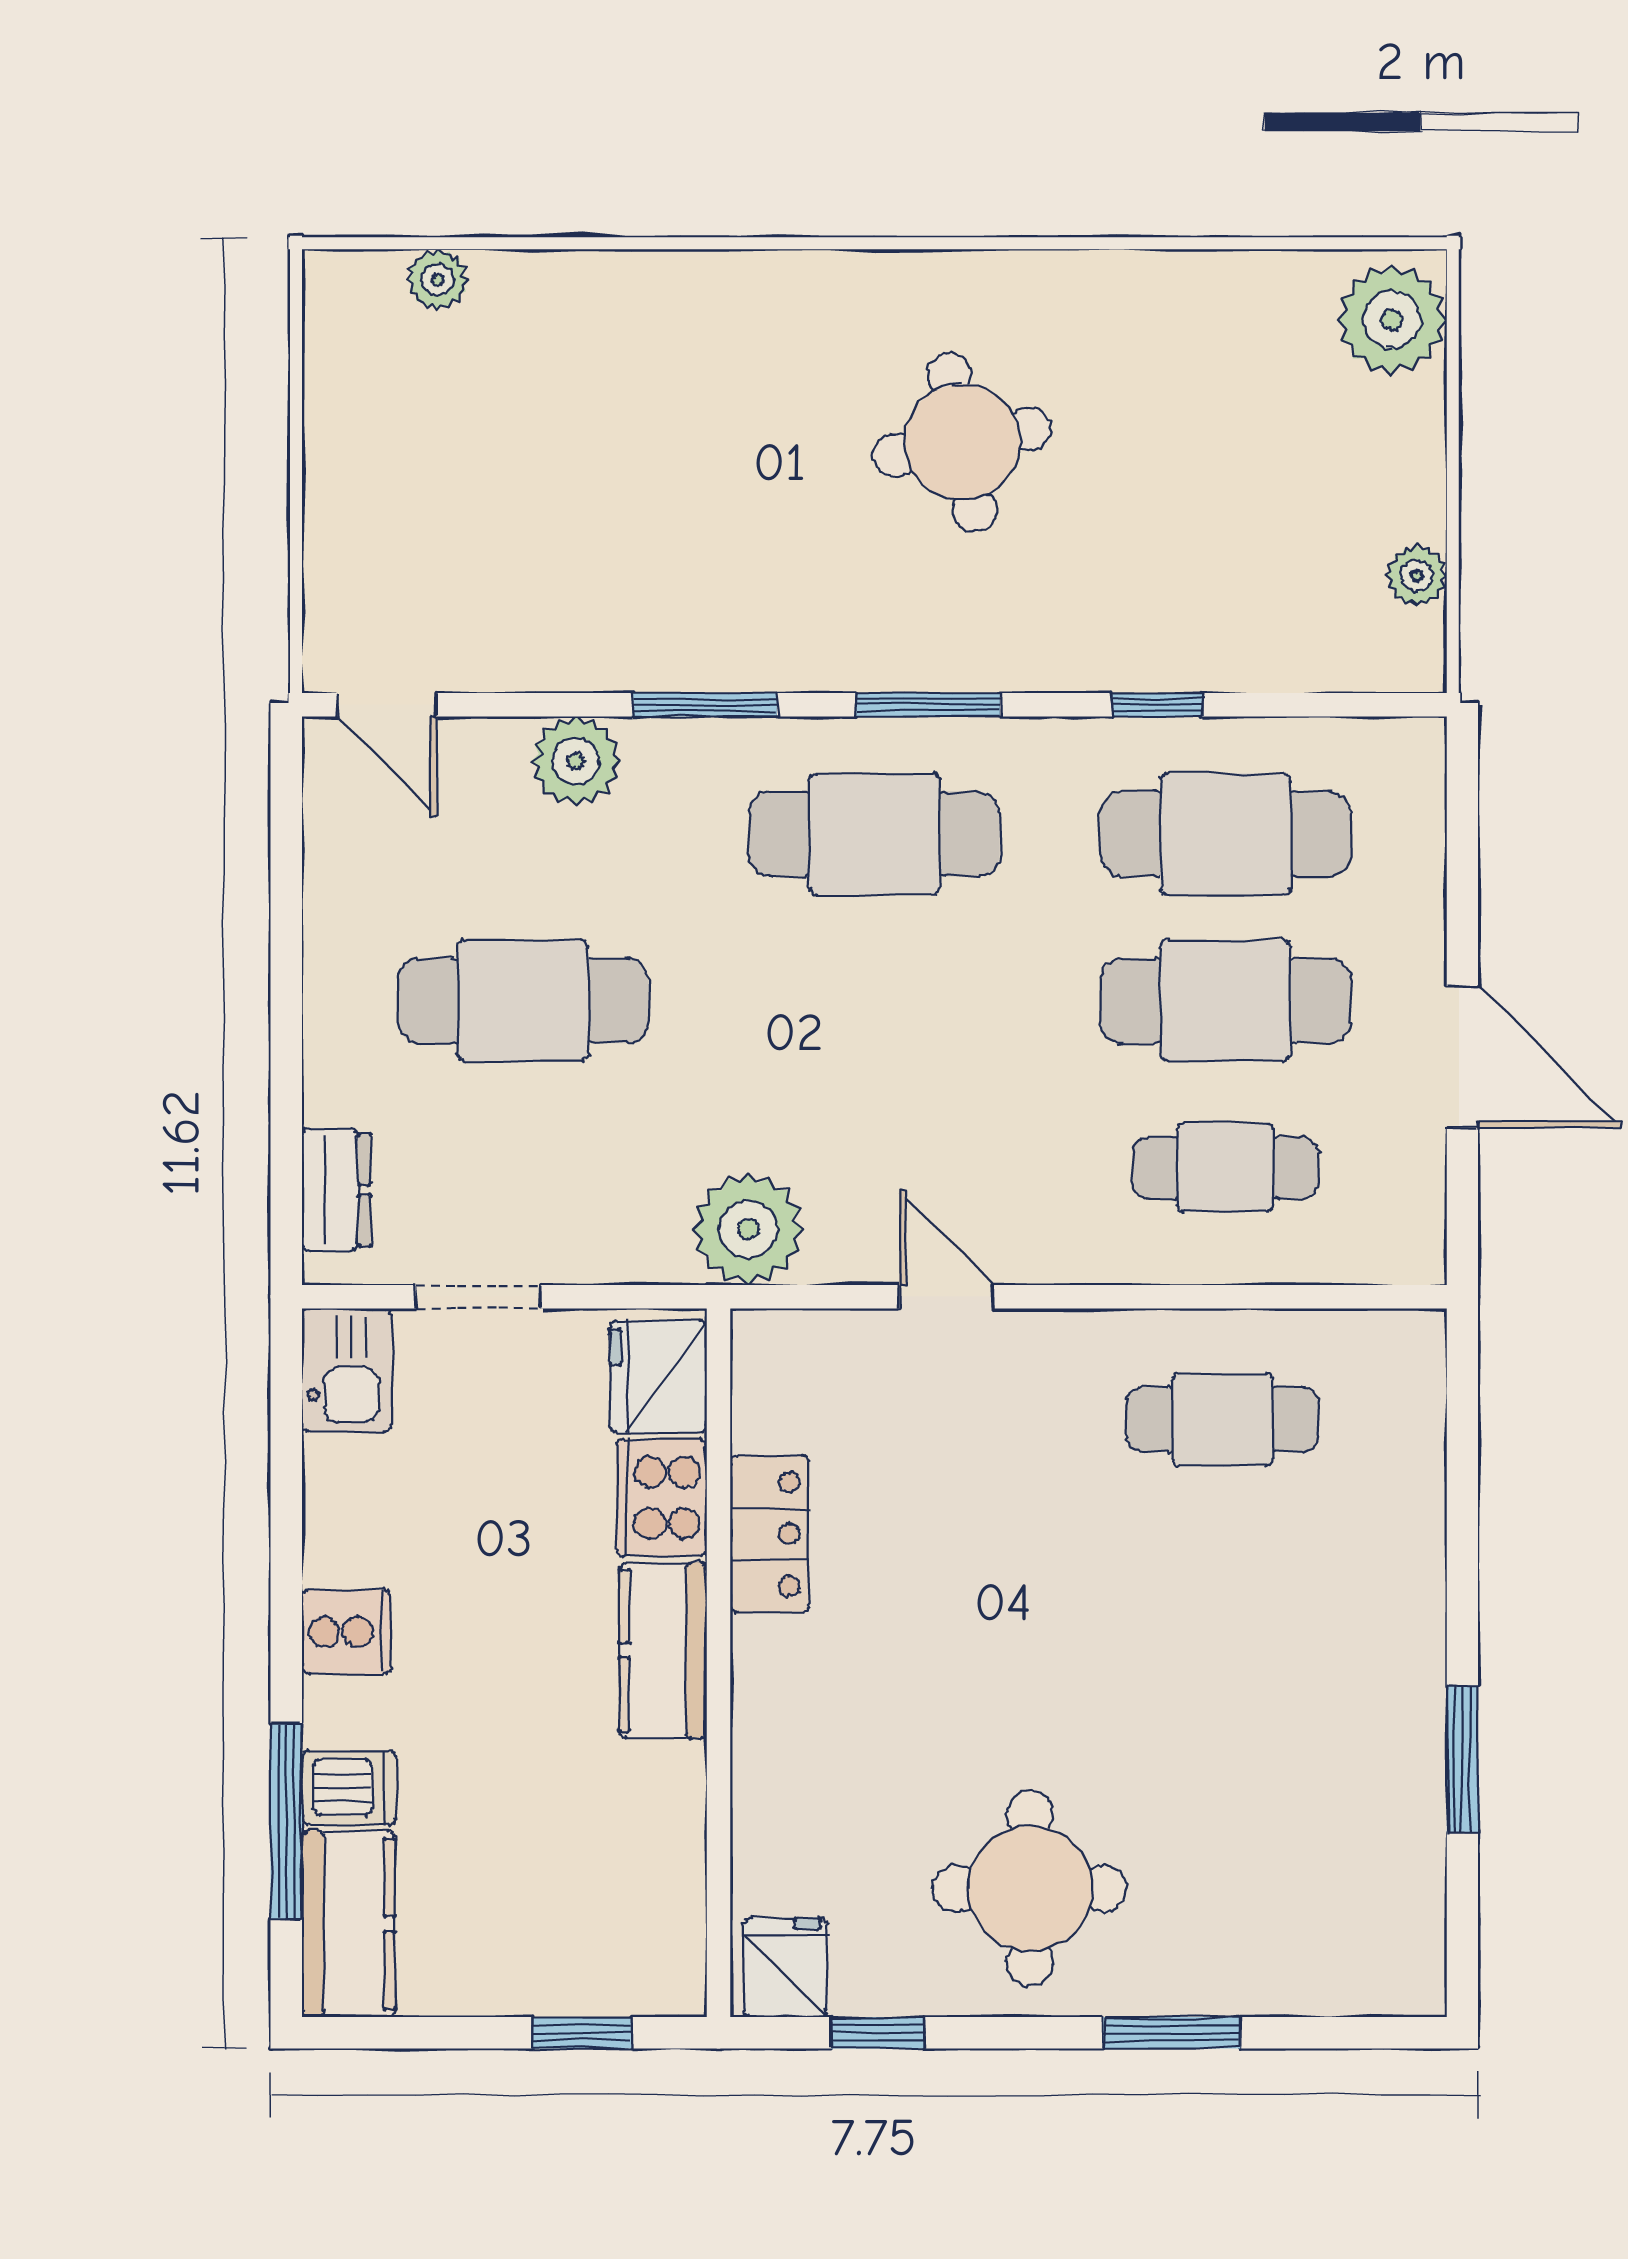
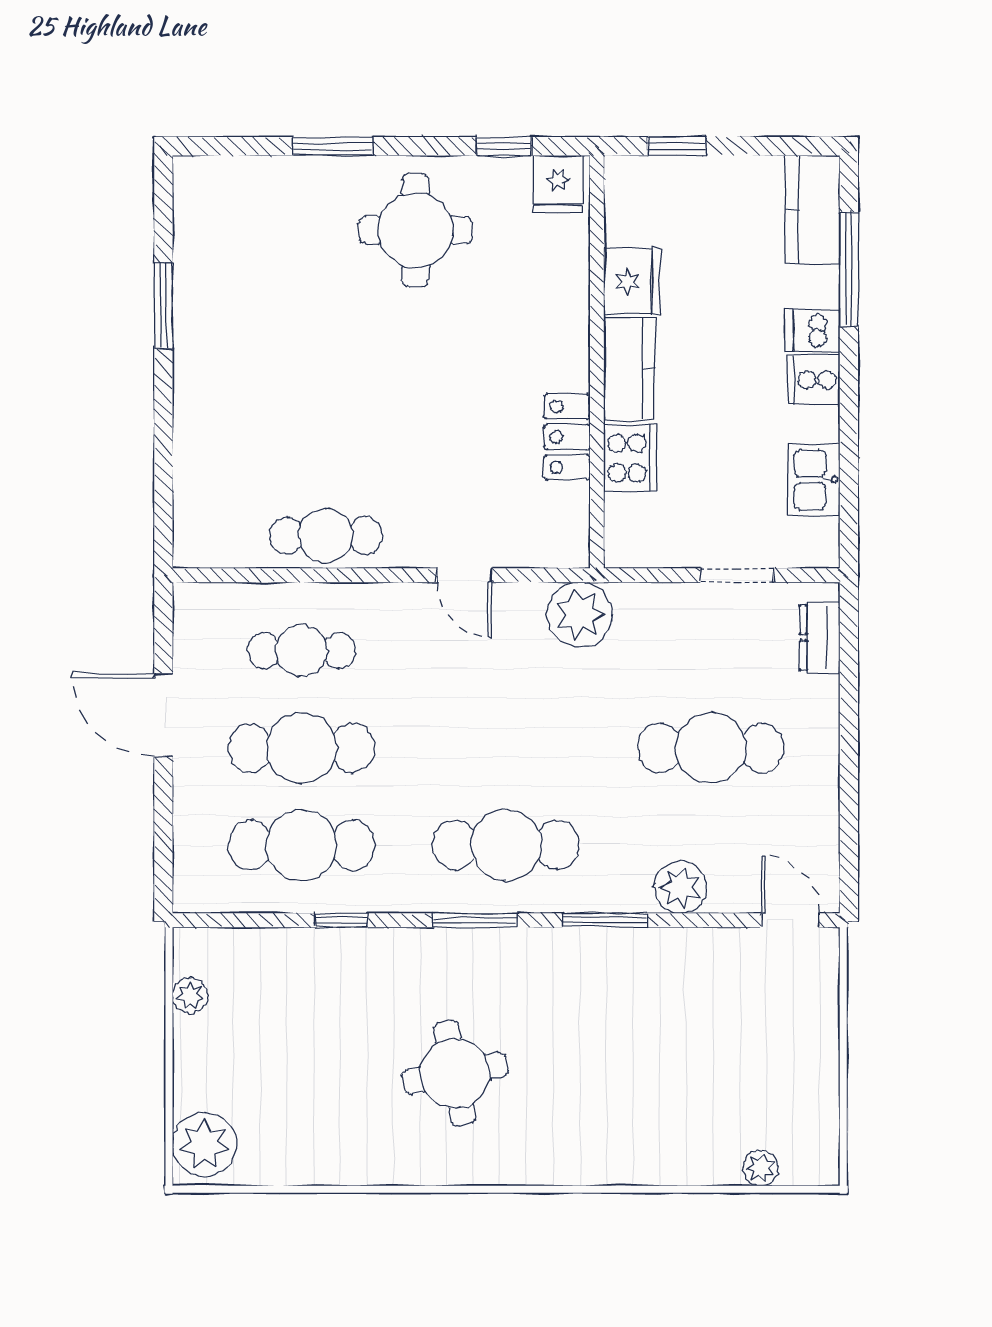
kitchen sink: (347, 1370) -> (814, 480), moved
fridge: (658, 1377) -> (632, 281), moved
cafe table: (1222, 1419) -> (326, 536), moved
dishwasher: (349, 1787) -> (812, 330), moved

